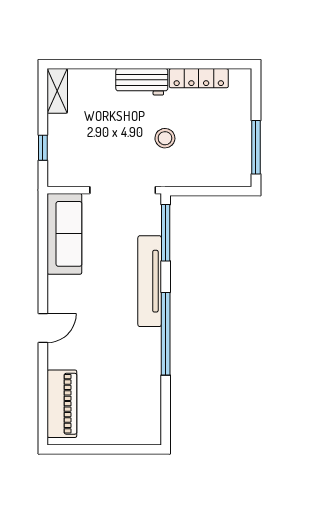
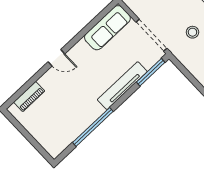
window: (166, 334) -> (93, 127), moved
piano: (62, 404) -> (29, 97), width x0.73, depth x0.75

